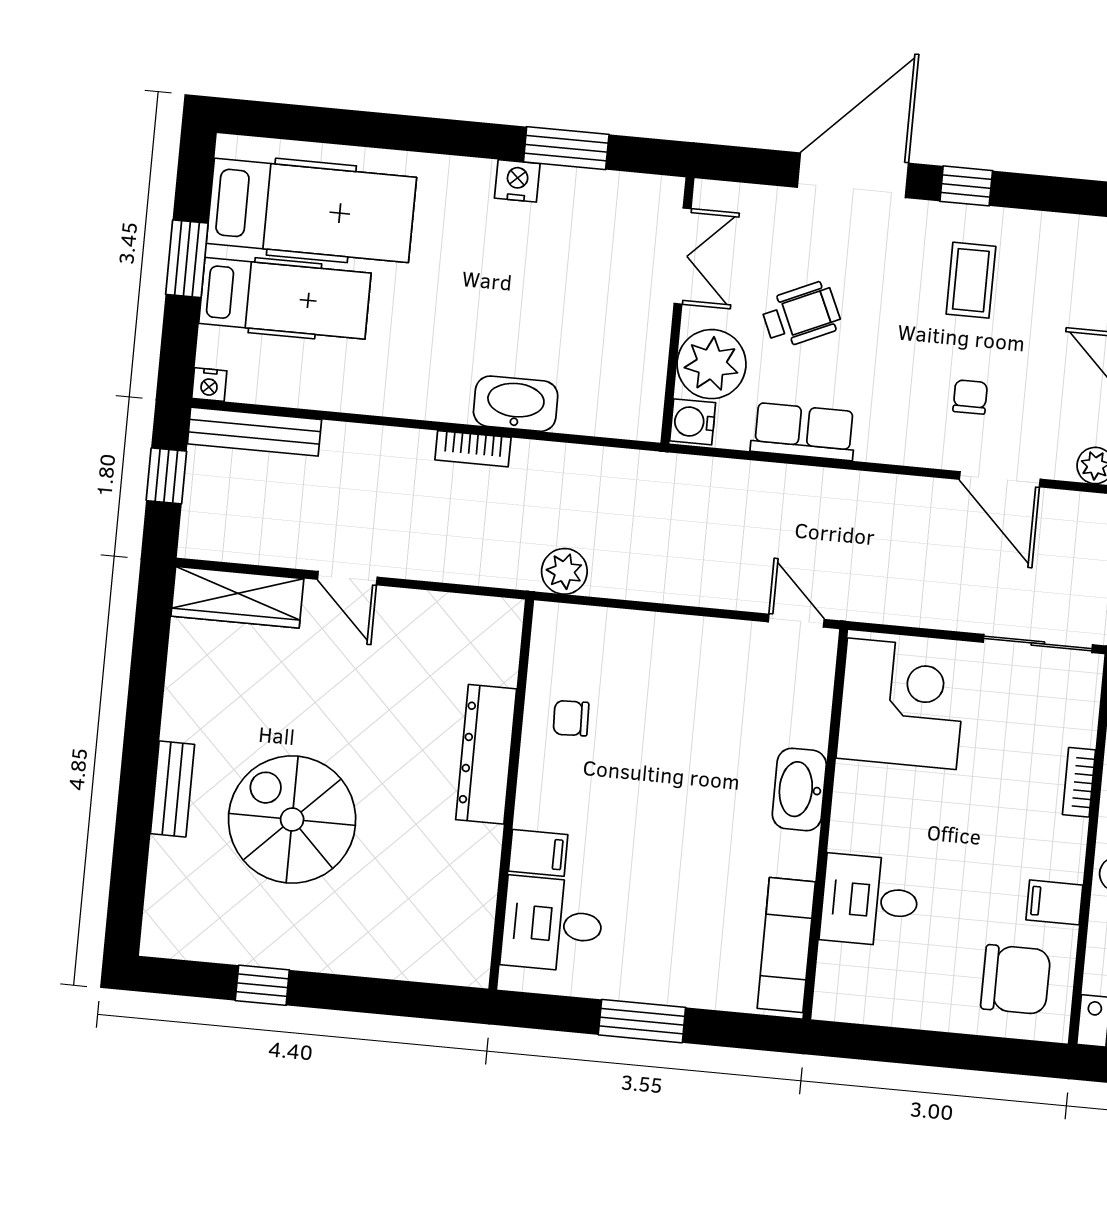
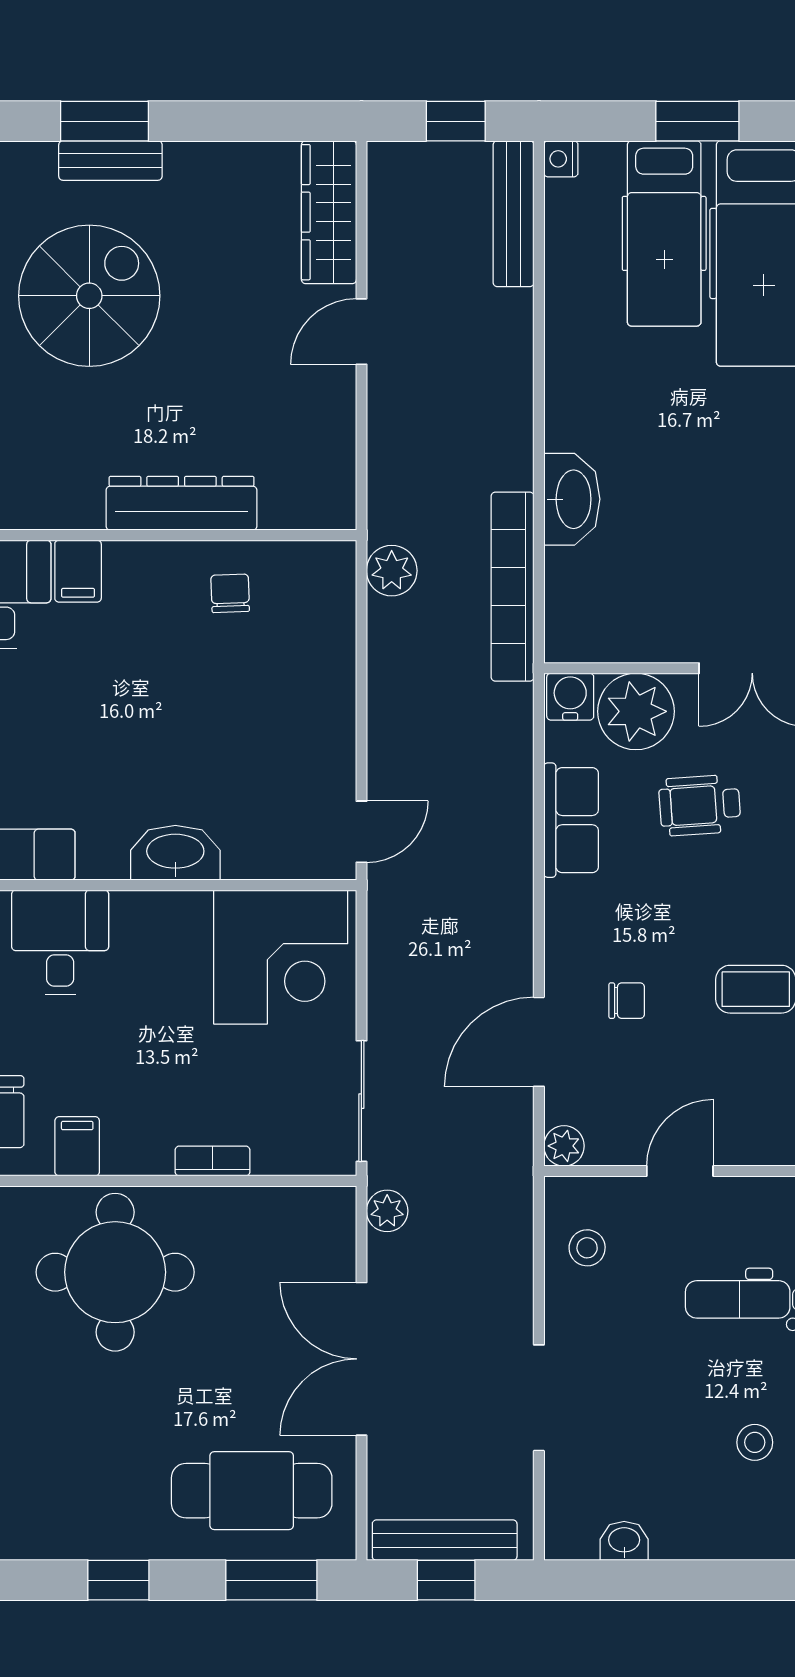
wheelchair: (801, 315) -> (700, 805), turned 110
bookcase: (473, 449) -> (513, 587), moved, width x2.31, depth x1.31
window: (137, 791) -> (104, 121), added

